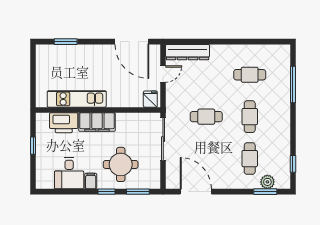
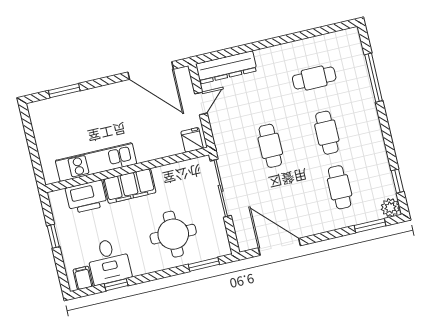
cafe table: (206, 117) -> (270, 146), turned 90
filing cabinet: (91, 181) -> (83, 278), moved
plant: (267, 182) -> (390, 208), moved
window: (106, 192) -> (116, 285), moved

